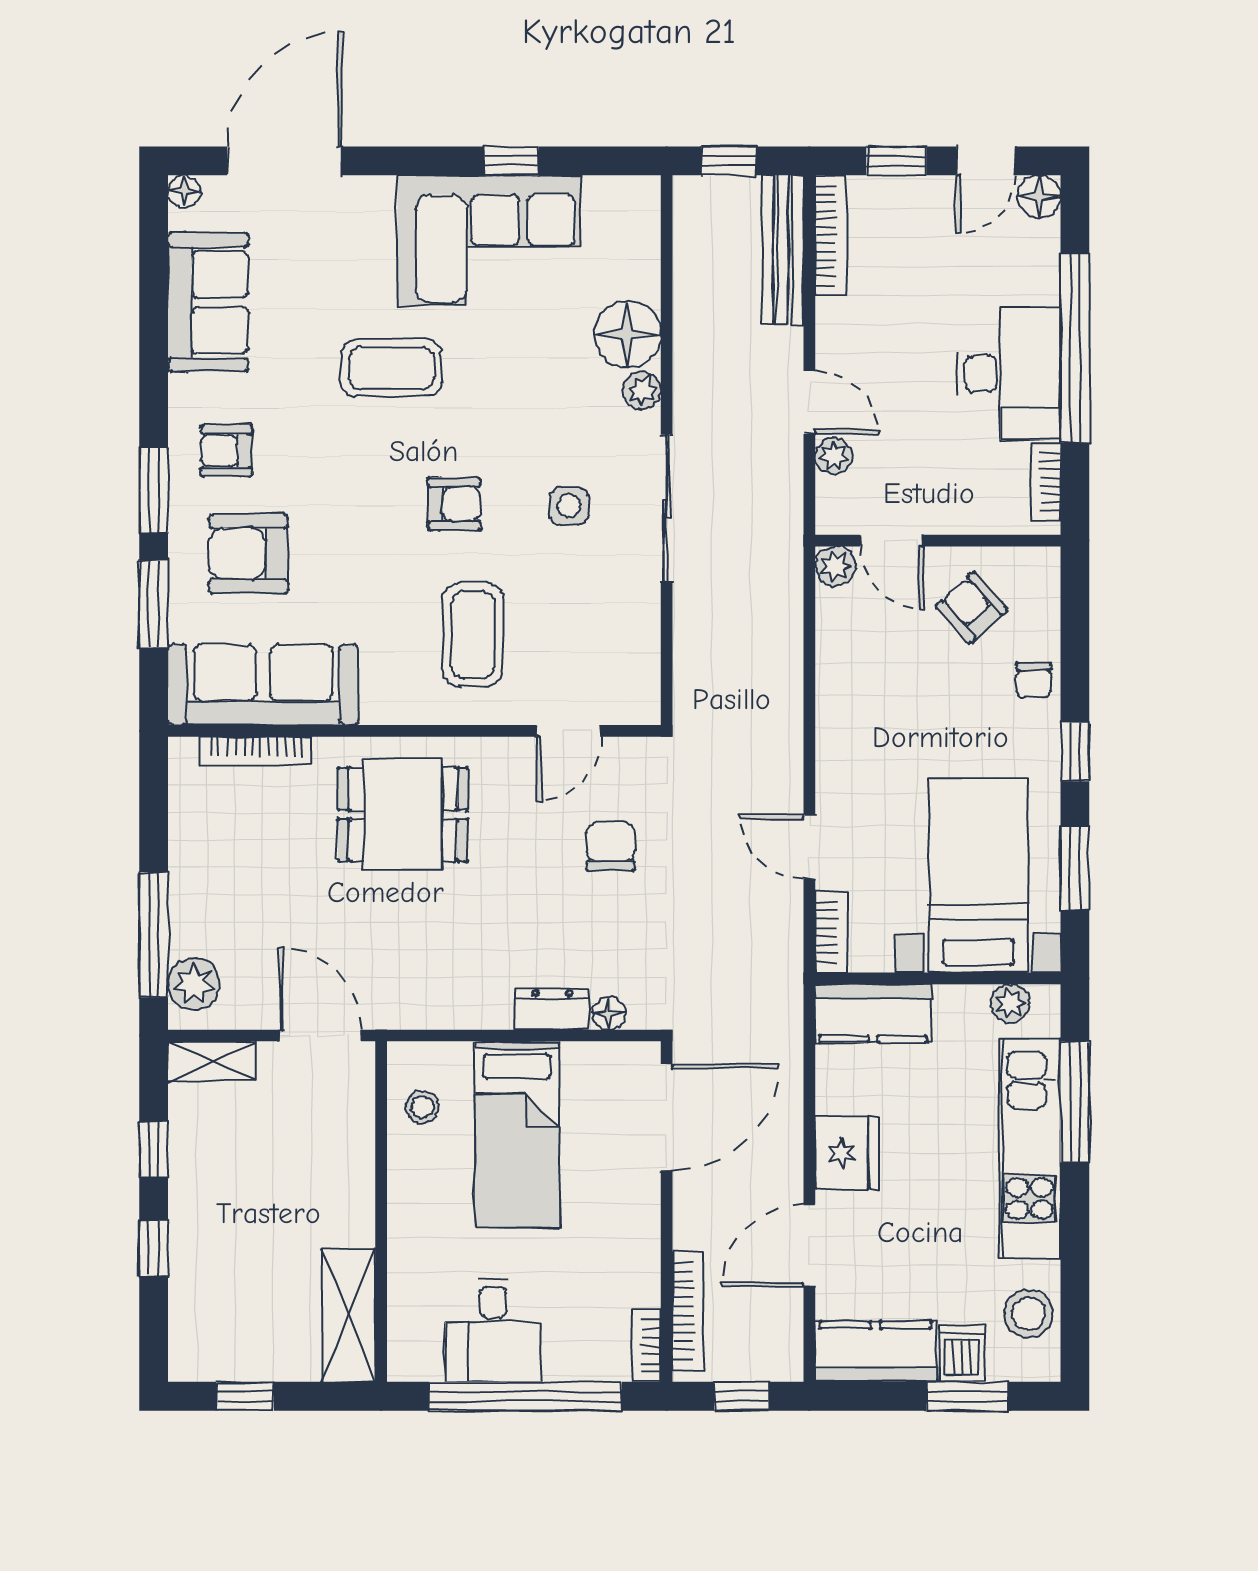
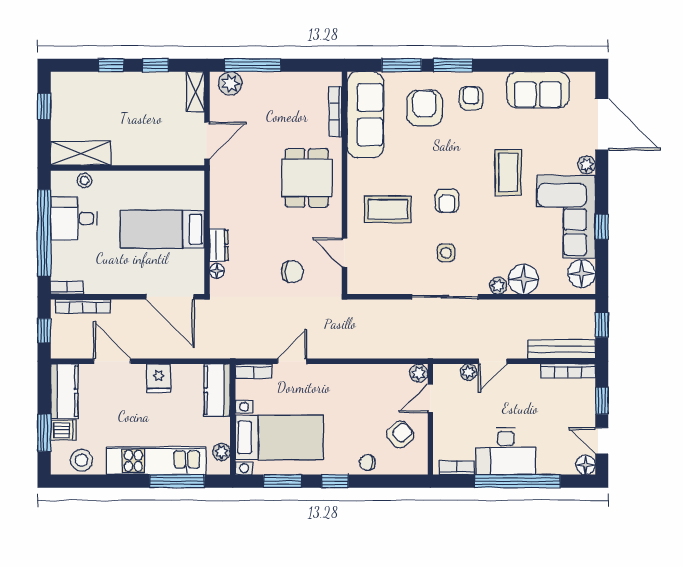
floor lamp: (184, 191) -> (582, 273), moved, width x1.89, depth x1.89
plant: (374, 194) -> (587, 165), added
stool: (422, 1107) -> (84, 181), moved
fridge: (847, 1153) -> (158, 378), width x0.72

